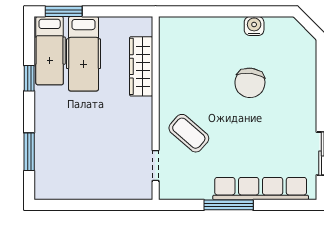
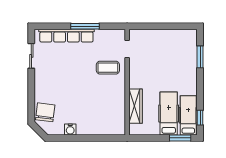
window: (29, 78) -> (200, 118), moved
chair: (250, 83) -> (45, 112), moved
coffee table: (189, 133) -> (108, 68), turned -41

